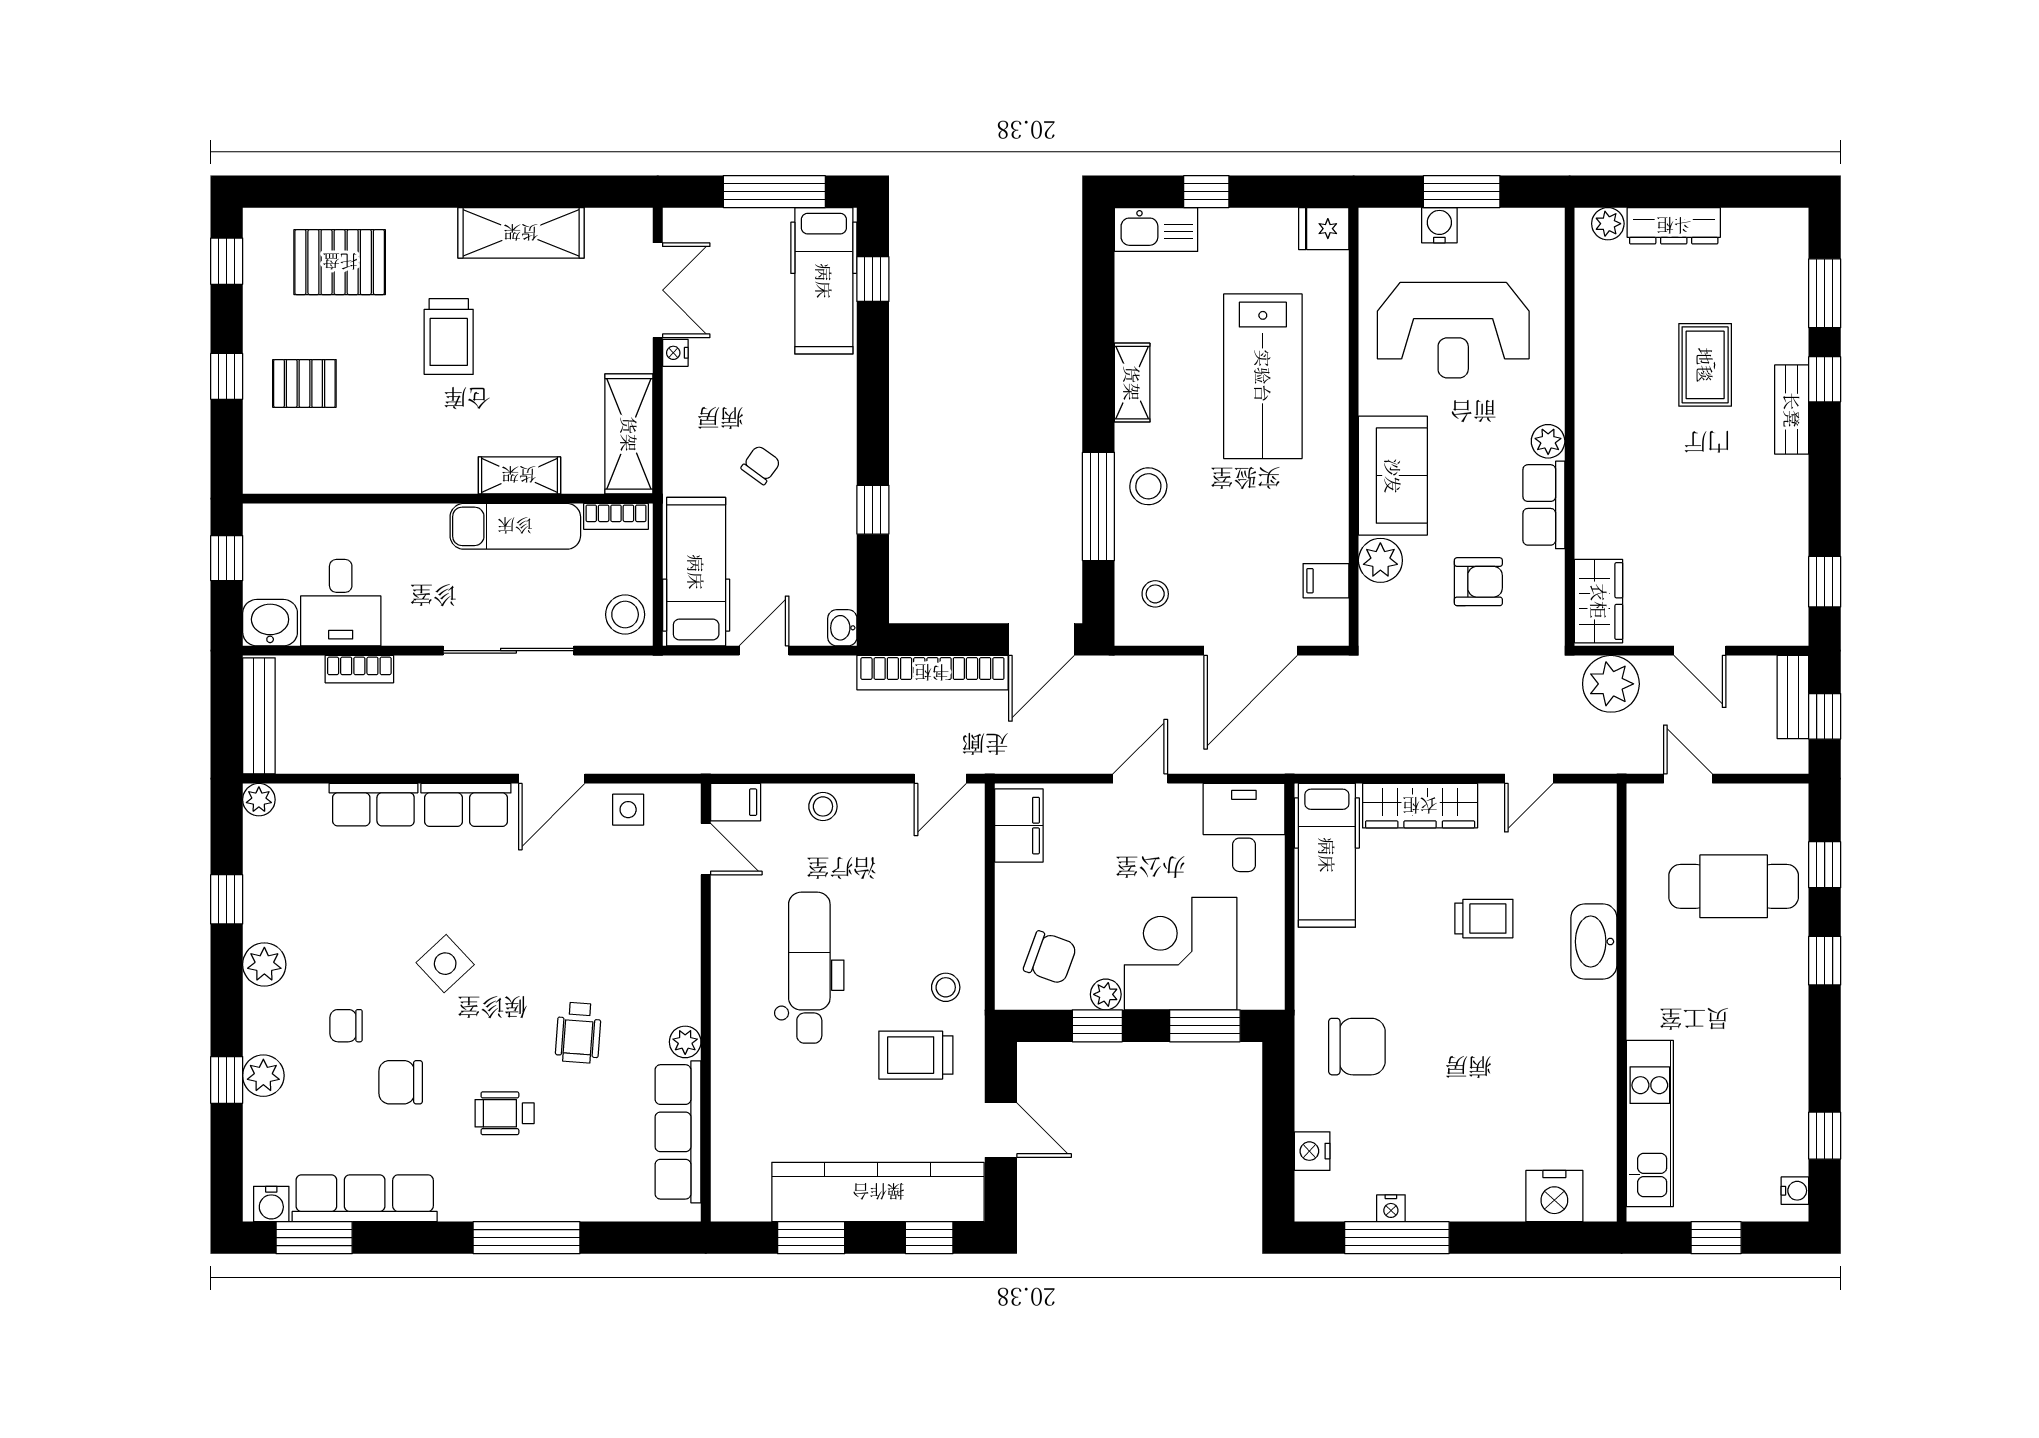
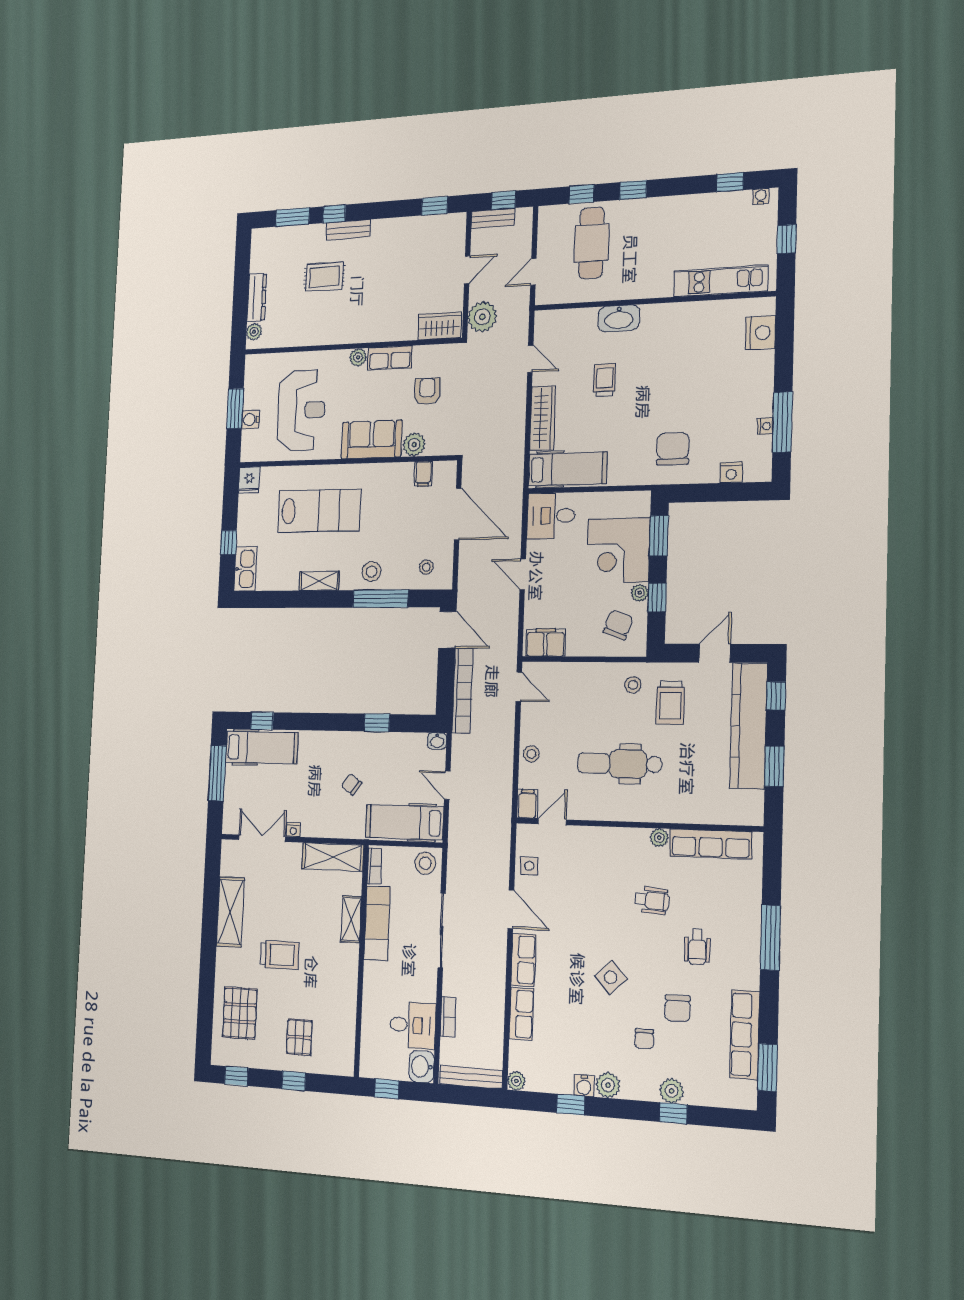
water cooler: (271, 1204) -> (584, 1086), moved, turned 90

